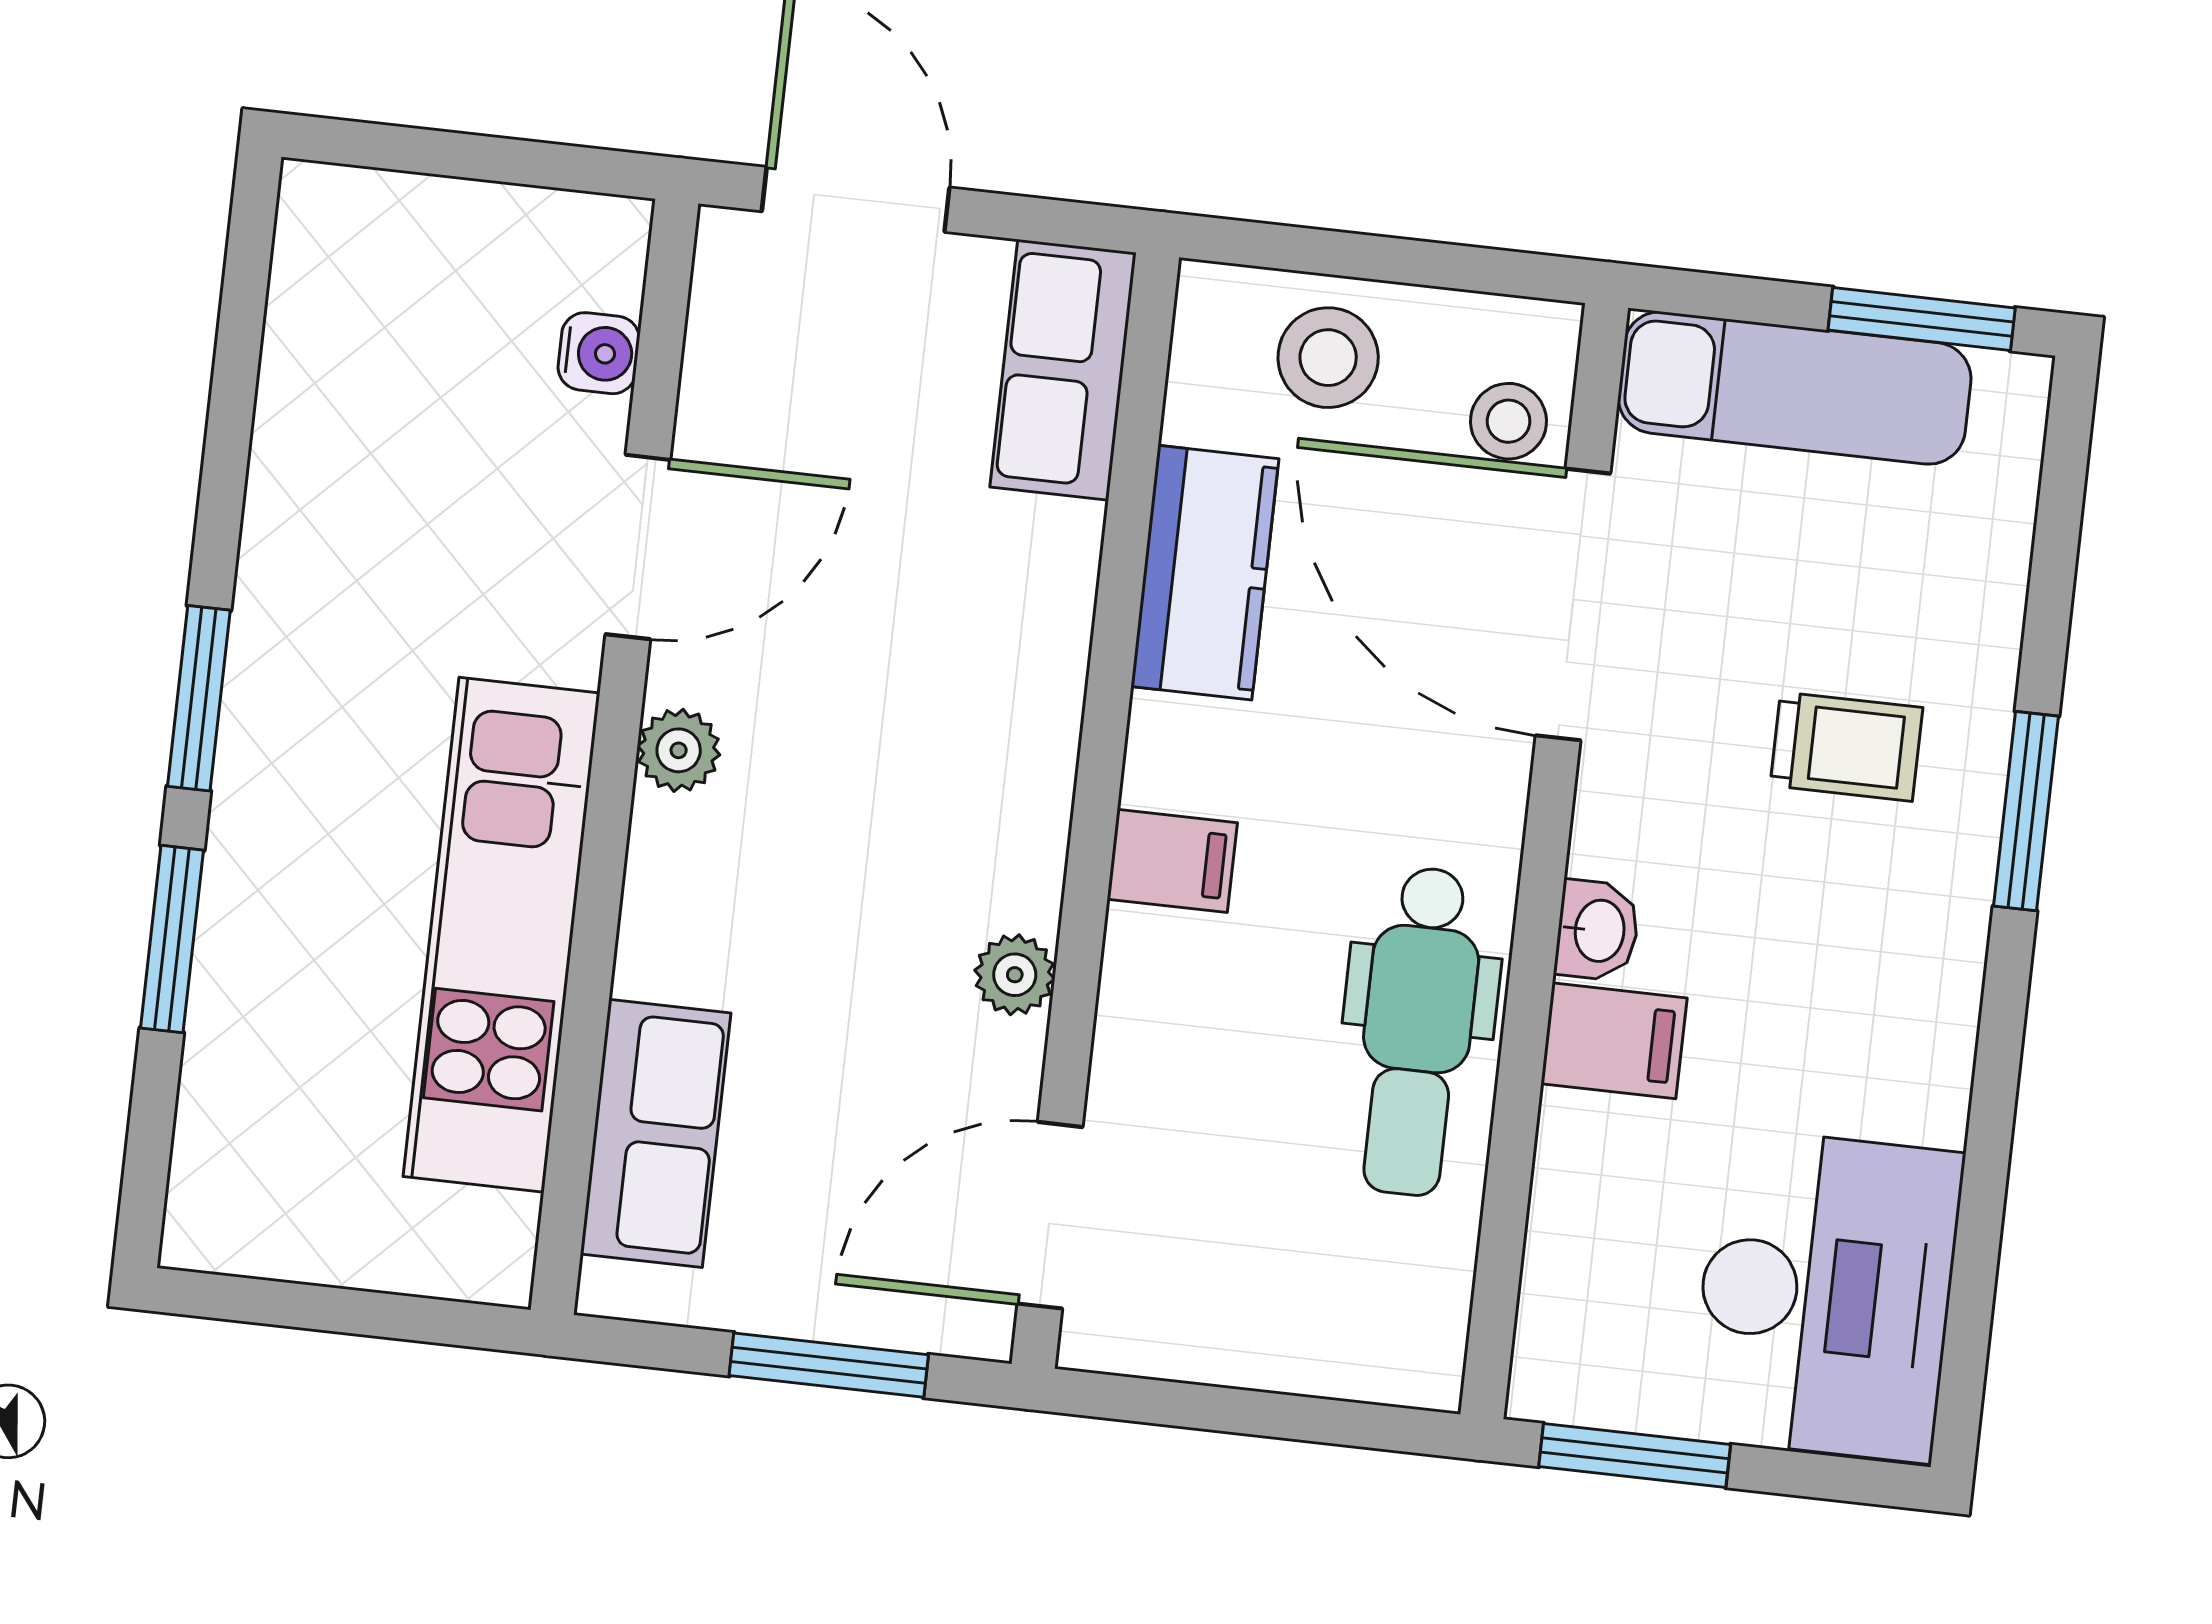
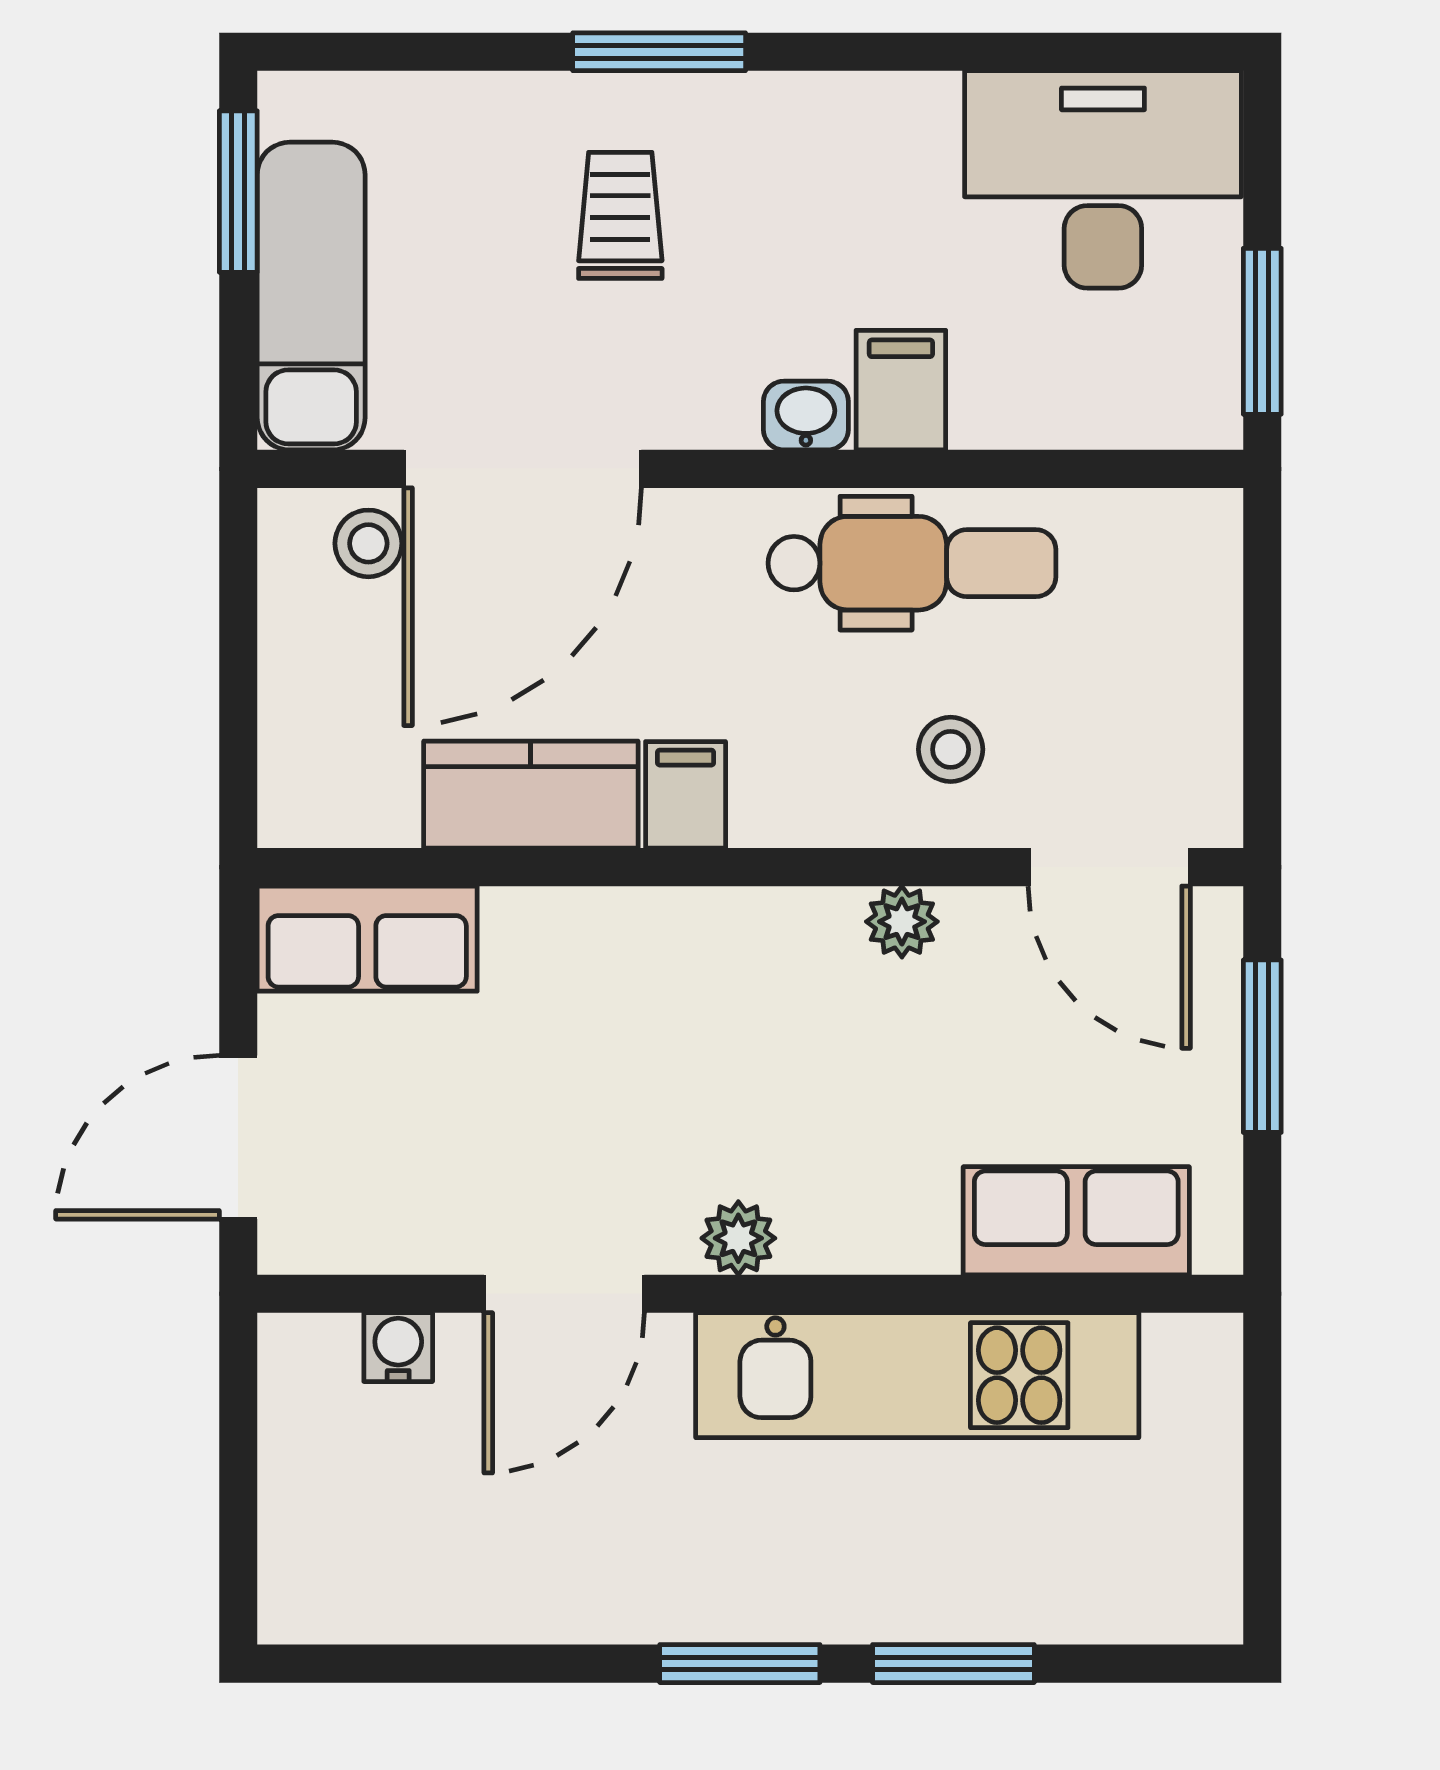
stool: (1328, 358) -> (951, 749), moved, width x0.73, depth x0.73
door: (638, 547) -> (564, 1294), swing flipped
filing cabinet: (1172, 861) -> (686, 795), moved

